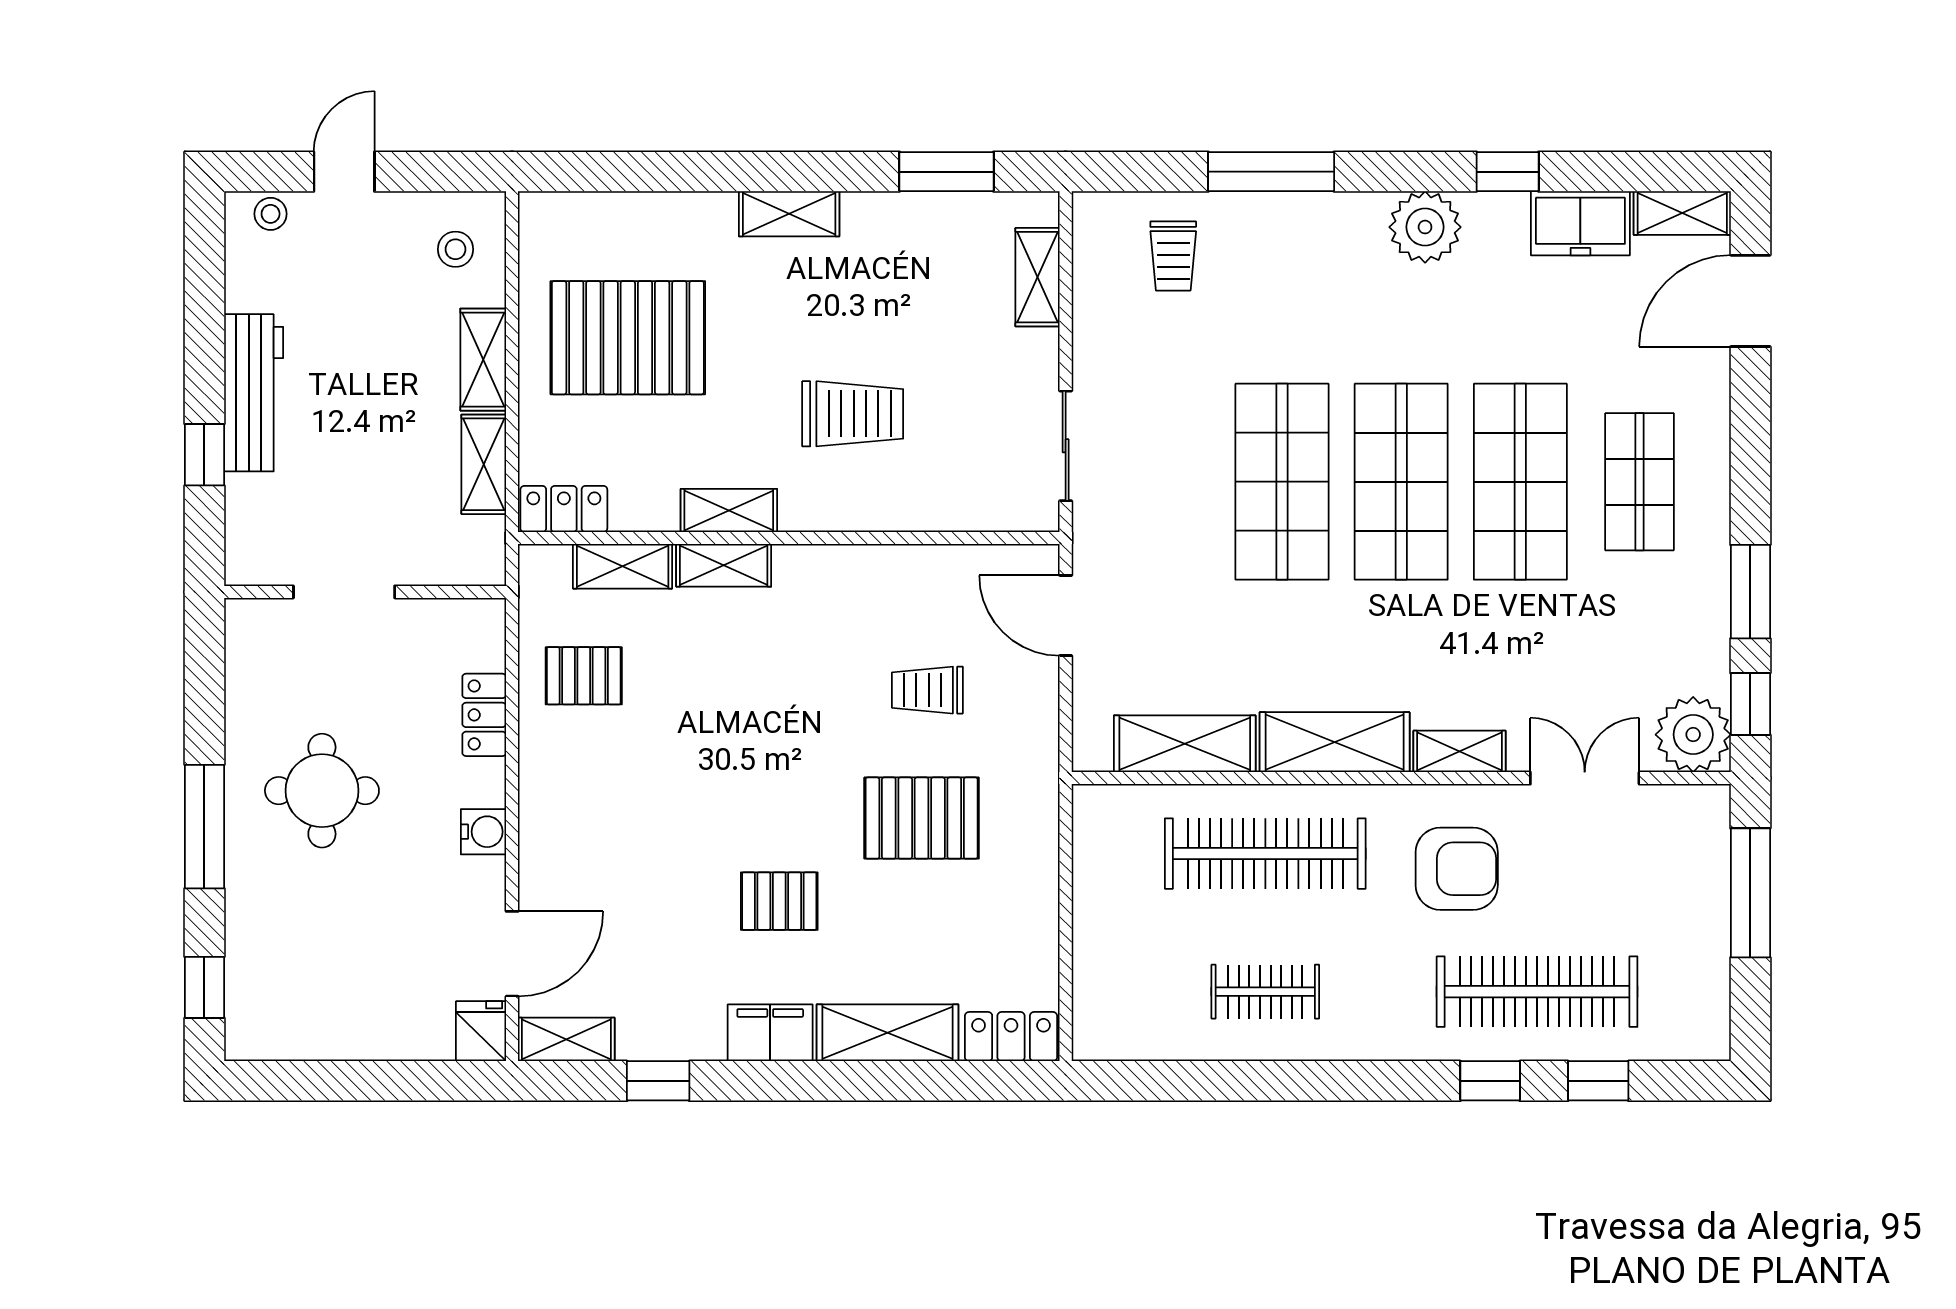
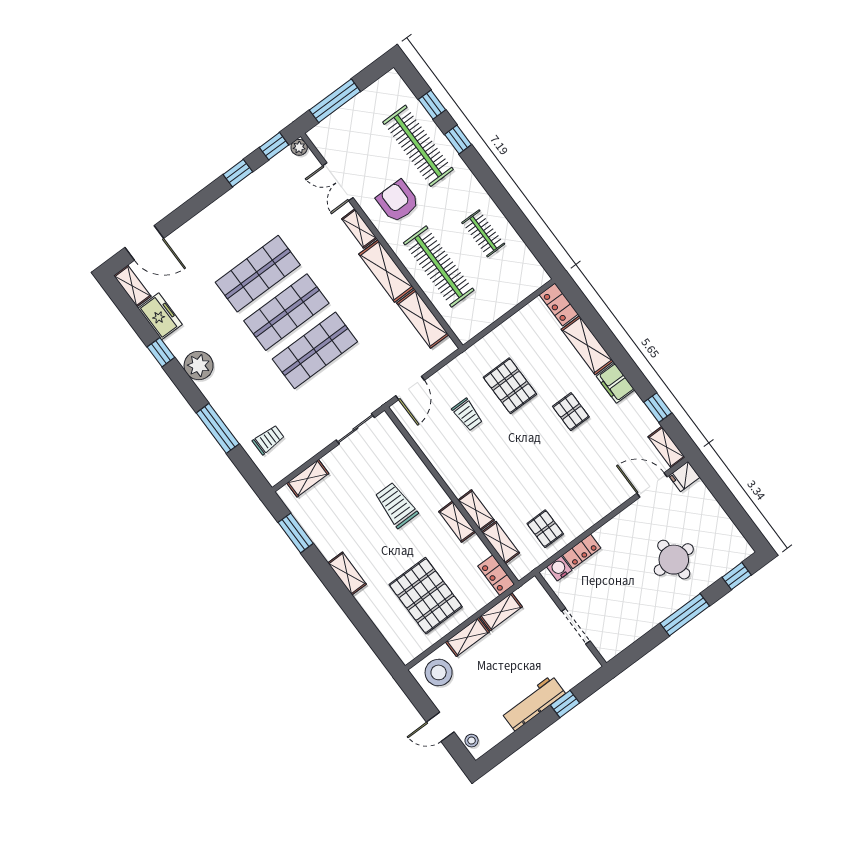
stool: (455, 249) -> (439, 672), width x1.89, depth x1.89
shop shelf: (1639, 482) -> (229, 235), removed
window: (1750, 592) -> (238, 173), width x0.67
plant: (1693, 735) -> (299, 147), width x0.53, depth x0.53
round table: (322, 791) -> (674, 560), moved
water cooler: (484, 832) -> (559, 568), moved

